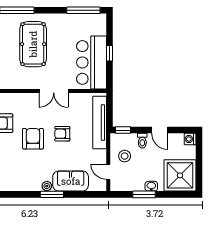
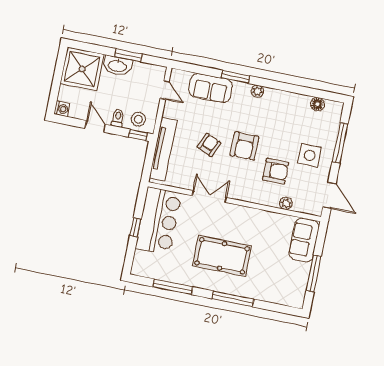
window: (83, 10) -> (173, 287), moved
pool table: (33, 44) -> (222, 256), turned 90
armchair: (62, 134) -> (209, 145), turned -66
stool: (125, 156) -> (138, 119), moved
plant: (47, 186) -> (257, 91), moved
washbasin: (151, 186) -> (117, 66), width x1.91, depth x1.45

